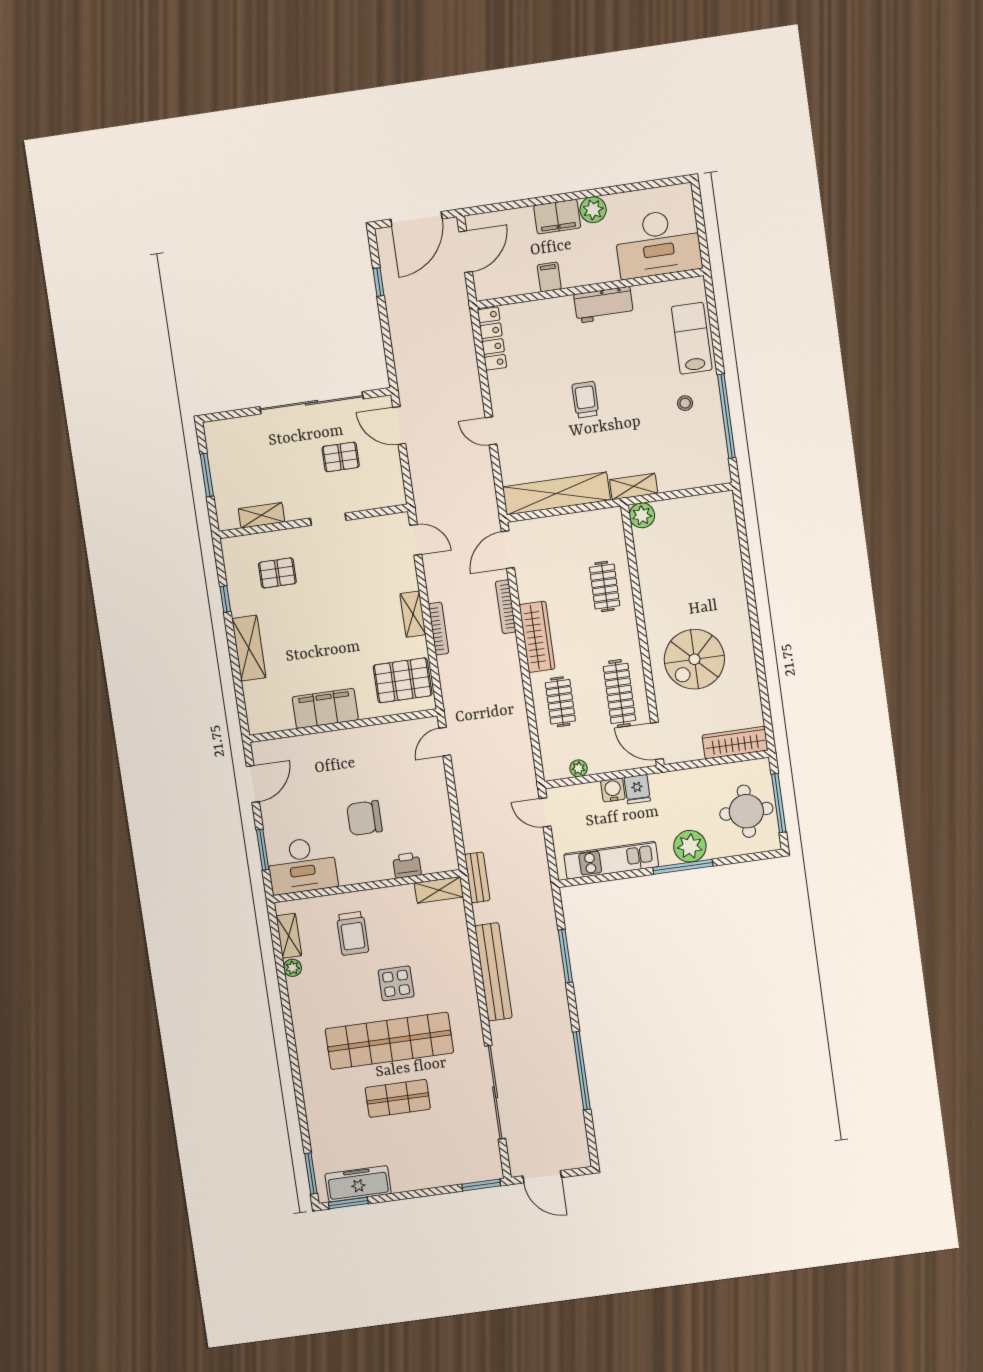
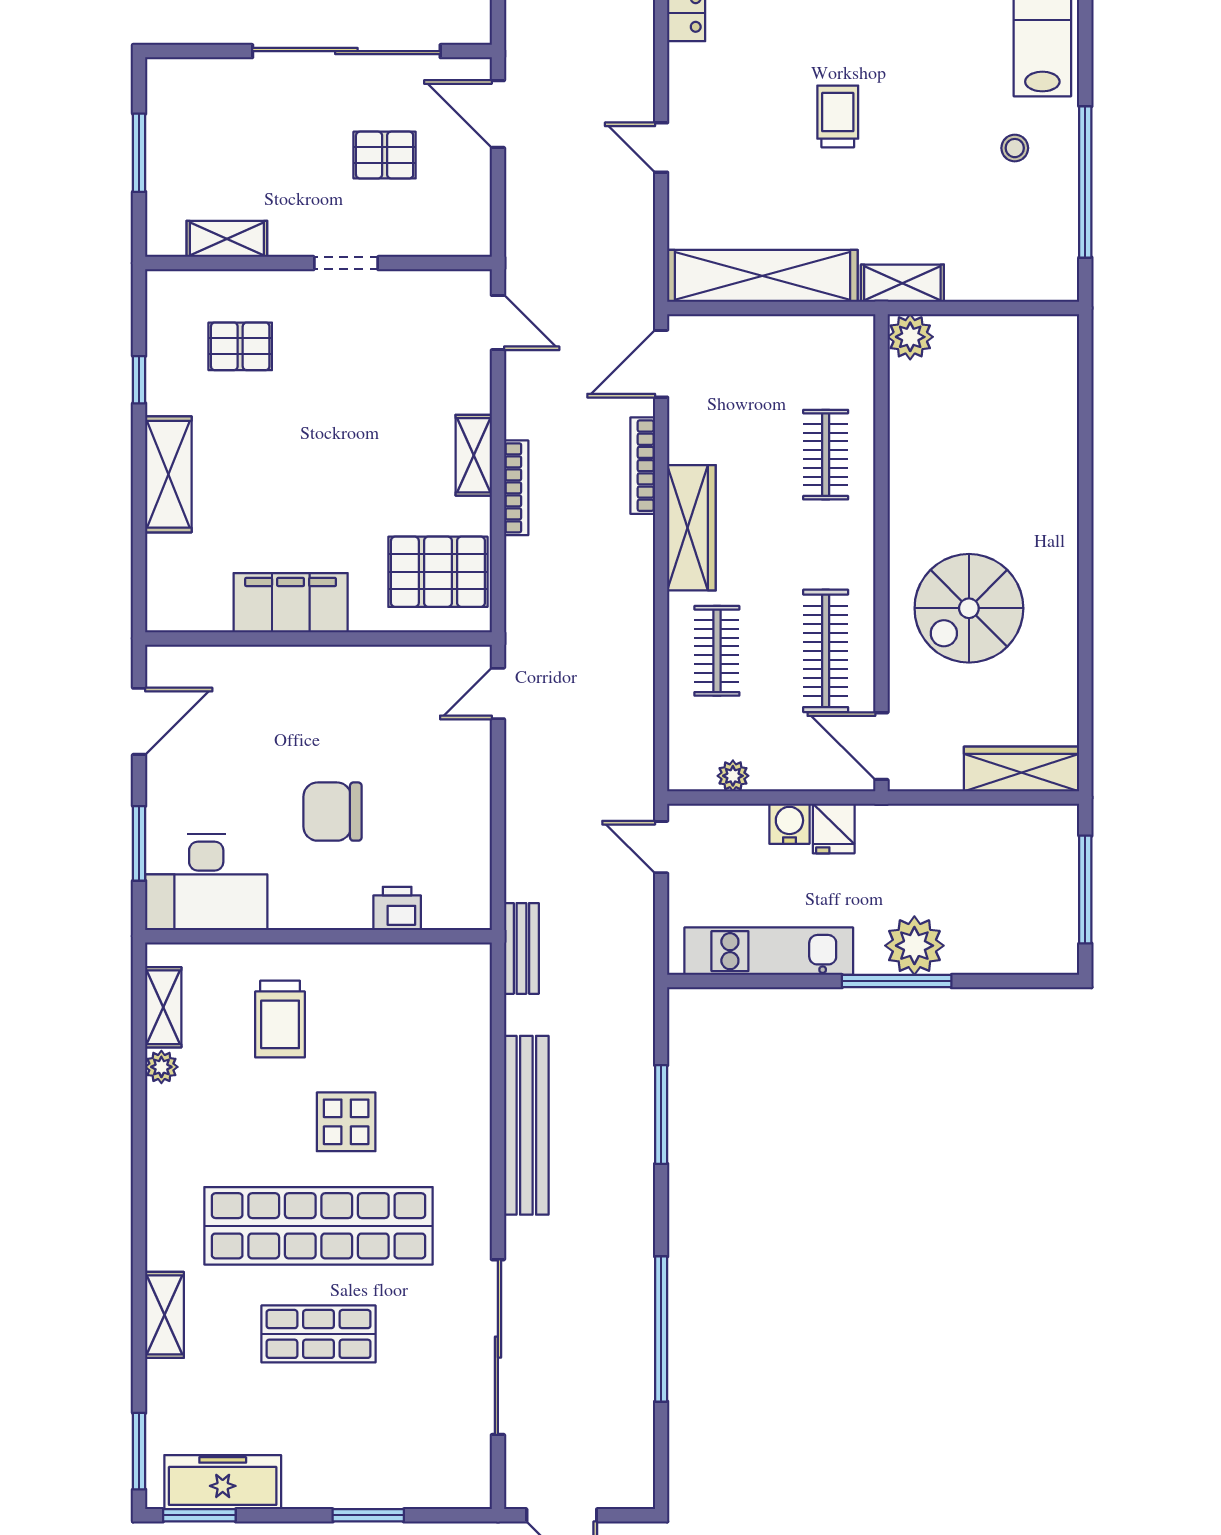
round table: (746, 811) -> (1025, 896), removed
shelving: (439, 890) -> (164, 1315), moved, turned 90
window: (481, 1185) -> (368, 1515), moved

